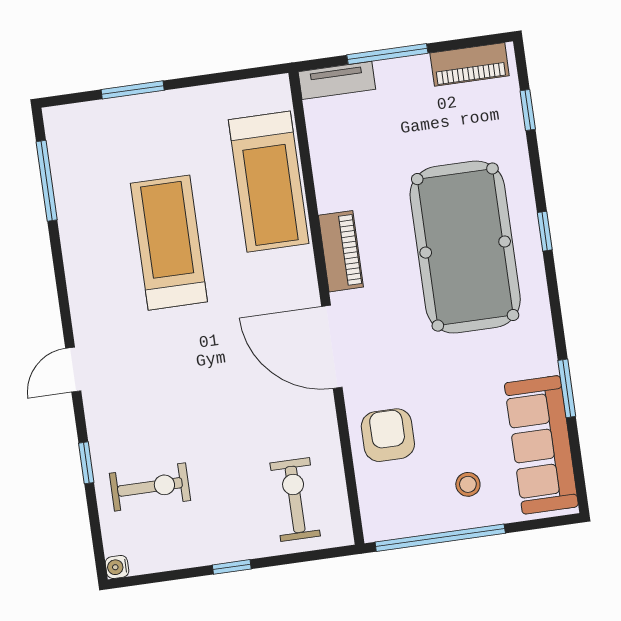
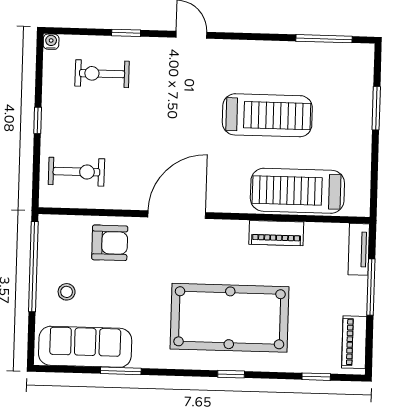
piano: (341, 251) -> (276, 233), moved
exercise bike: (150, 487) -> (102, 74), turned 90

